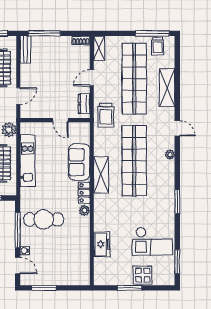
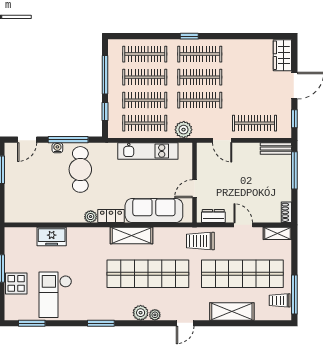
sofa: (79, 162) -> (154, 210), width x1.36
plant: (168, 167) -> (141, 313), added
water cooler: (25, 251) -> (57, 148), moved

